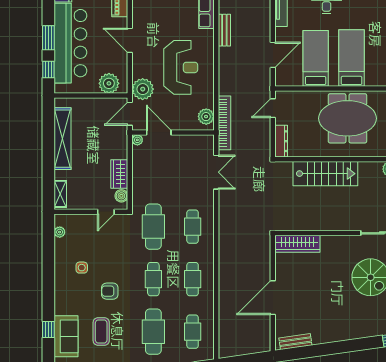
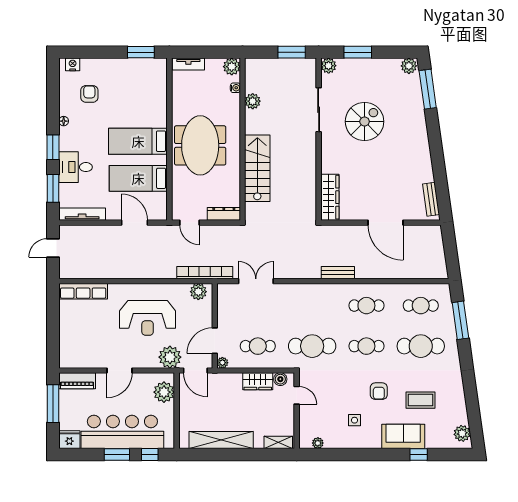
bench: (224, 30) -> (338, 273), moved
reception desk: (181, 67) -> (148, 318), turned 180
cafe table: (193, 227) -> (258, 346), moved
sofa: (66, 336) -> (403, 436), moved

